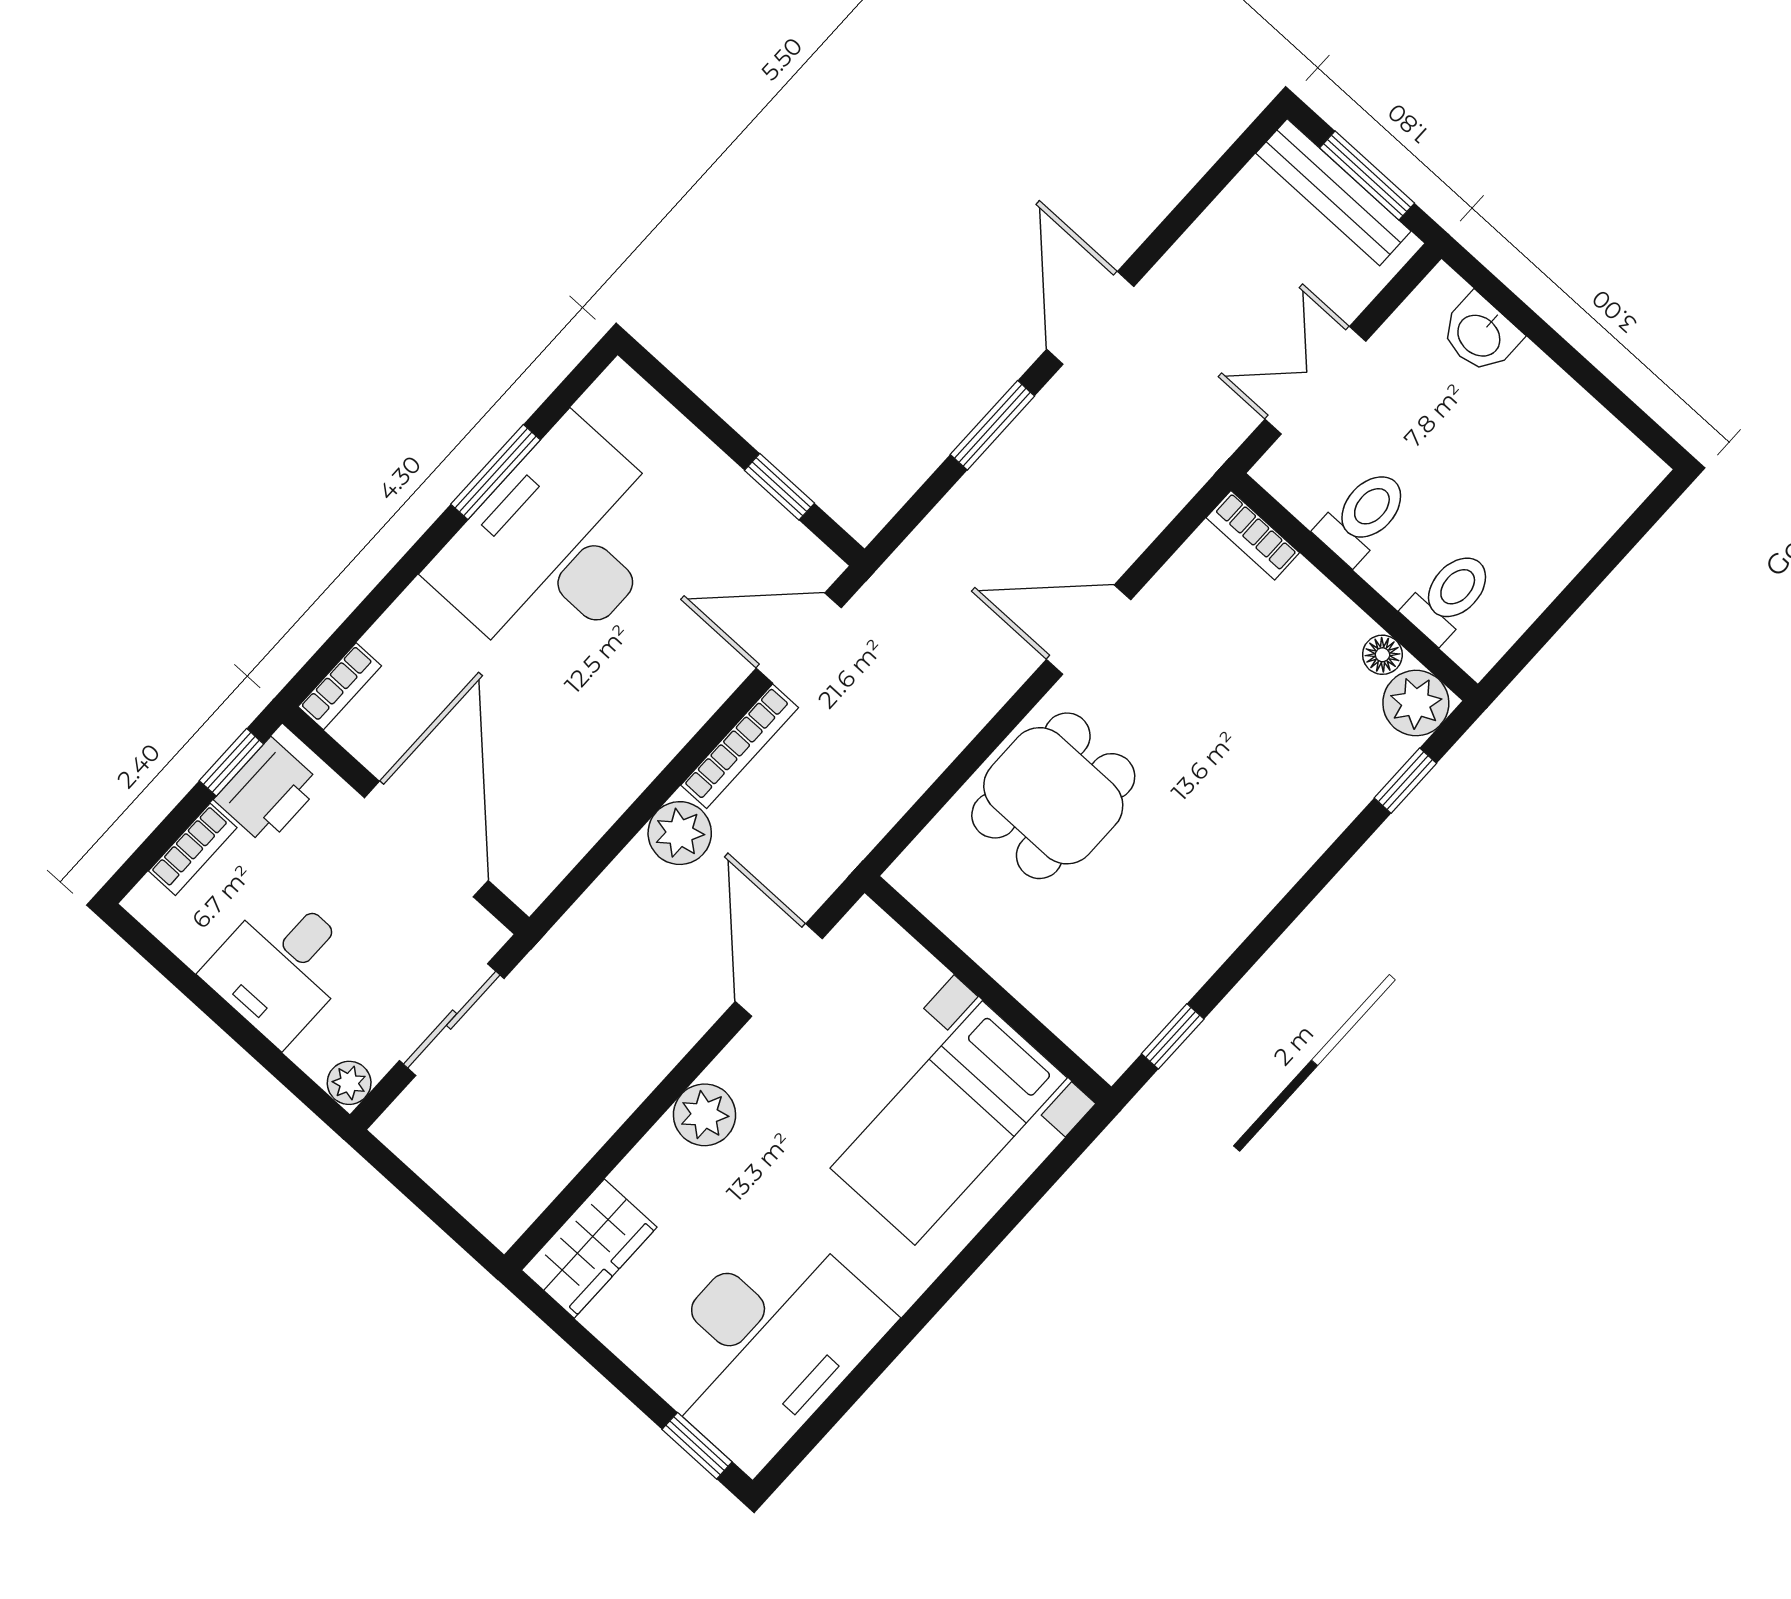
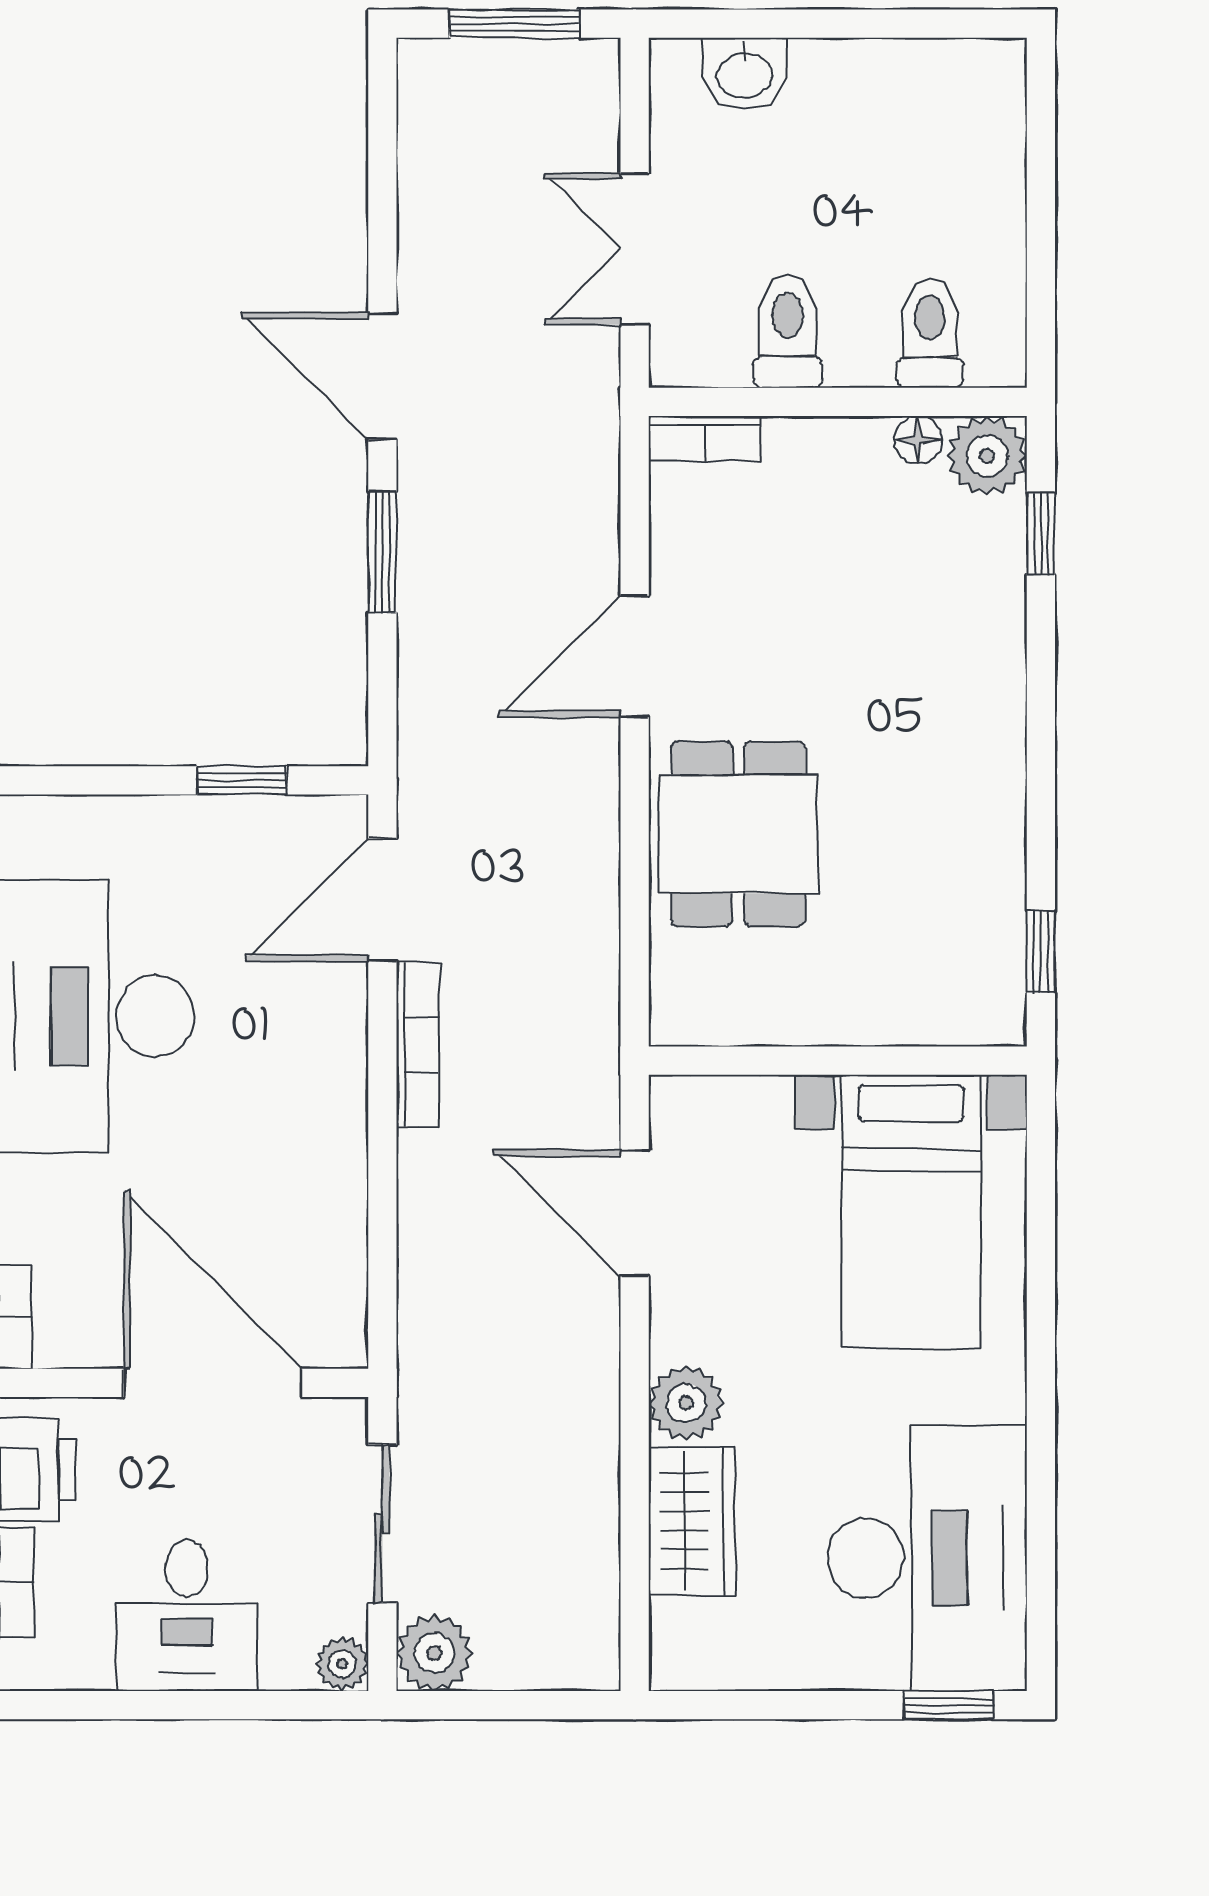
bench: (1333, 192) -> (498, 66), removed
plant: (680, 833) -> (434, 1653), moved
wardrobe: (589, 1249) -> (692, 1521), moved

